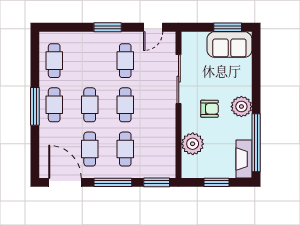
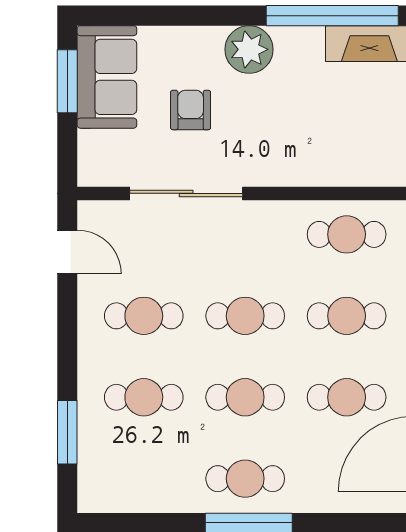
window: (108, 27) -> (67, 432), moved
cafe table: (54, 61) -> (144, 397), moved
armchair: (210, 109) -> (191, 110), moved
plant: (193, 144) -> (334, 161), removed
cafe table: (161, 149) -> (347, 234), added

